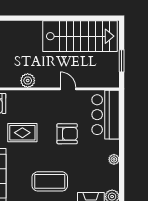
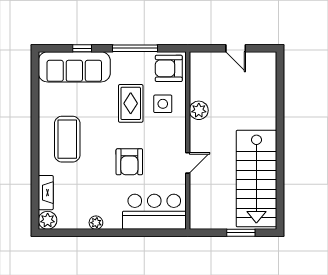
window: (122, 61) -> (241, 233), moved
side table: (23, 108) -> (163, 104), added

